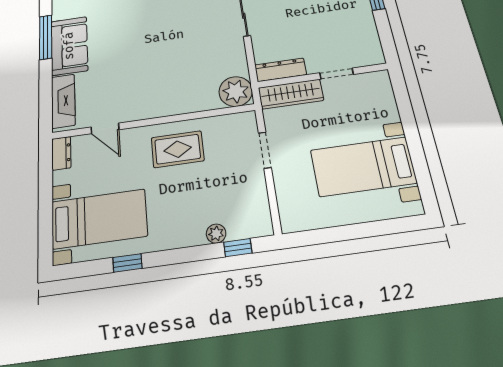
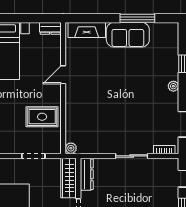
plant: (236, 91) -> (71, 148), width x0.53, depth x0.53
door: (105, 128) -> (63, 75), moved
rug: (178, 149) -> (42, 117), moved, turned 90

